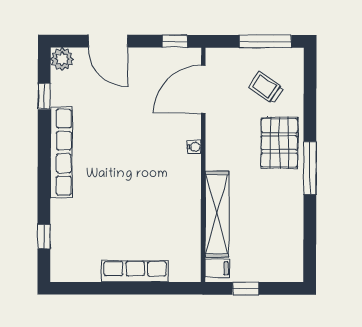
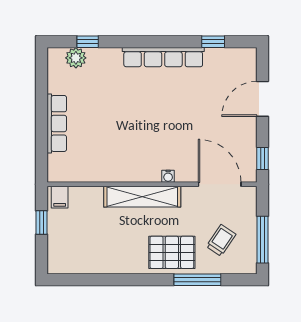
plant: (62, 59) -> (76, 58), moved
window: (310, 168) -> (197, 280), moved
shelving: (217, 214) -> (142, 197), moved

